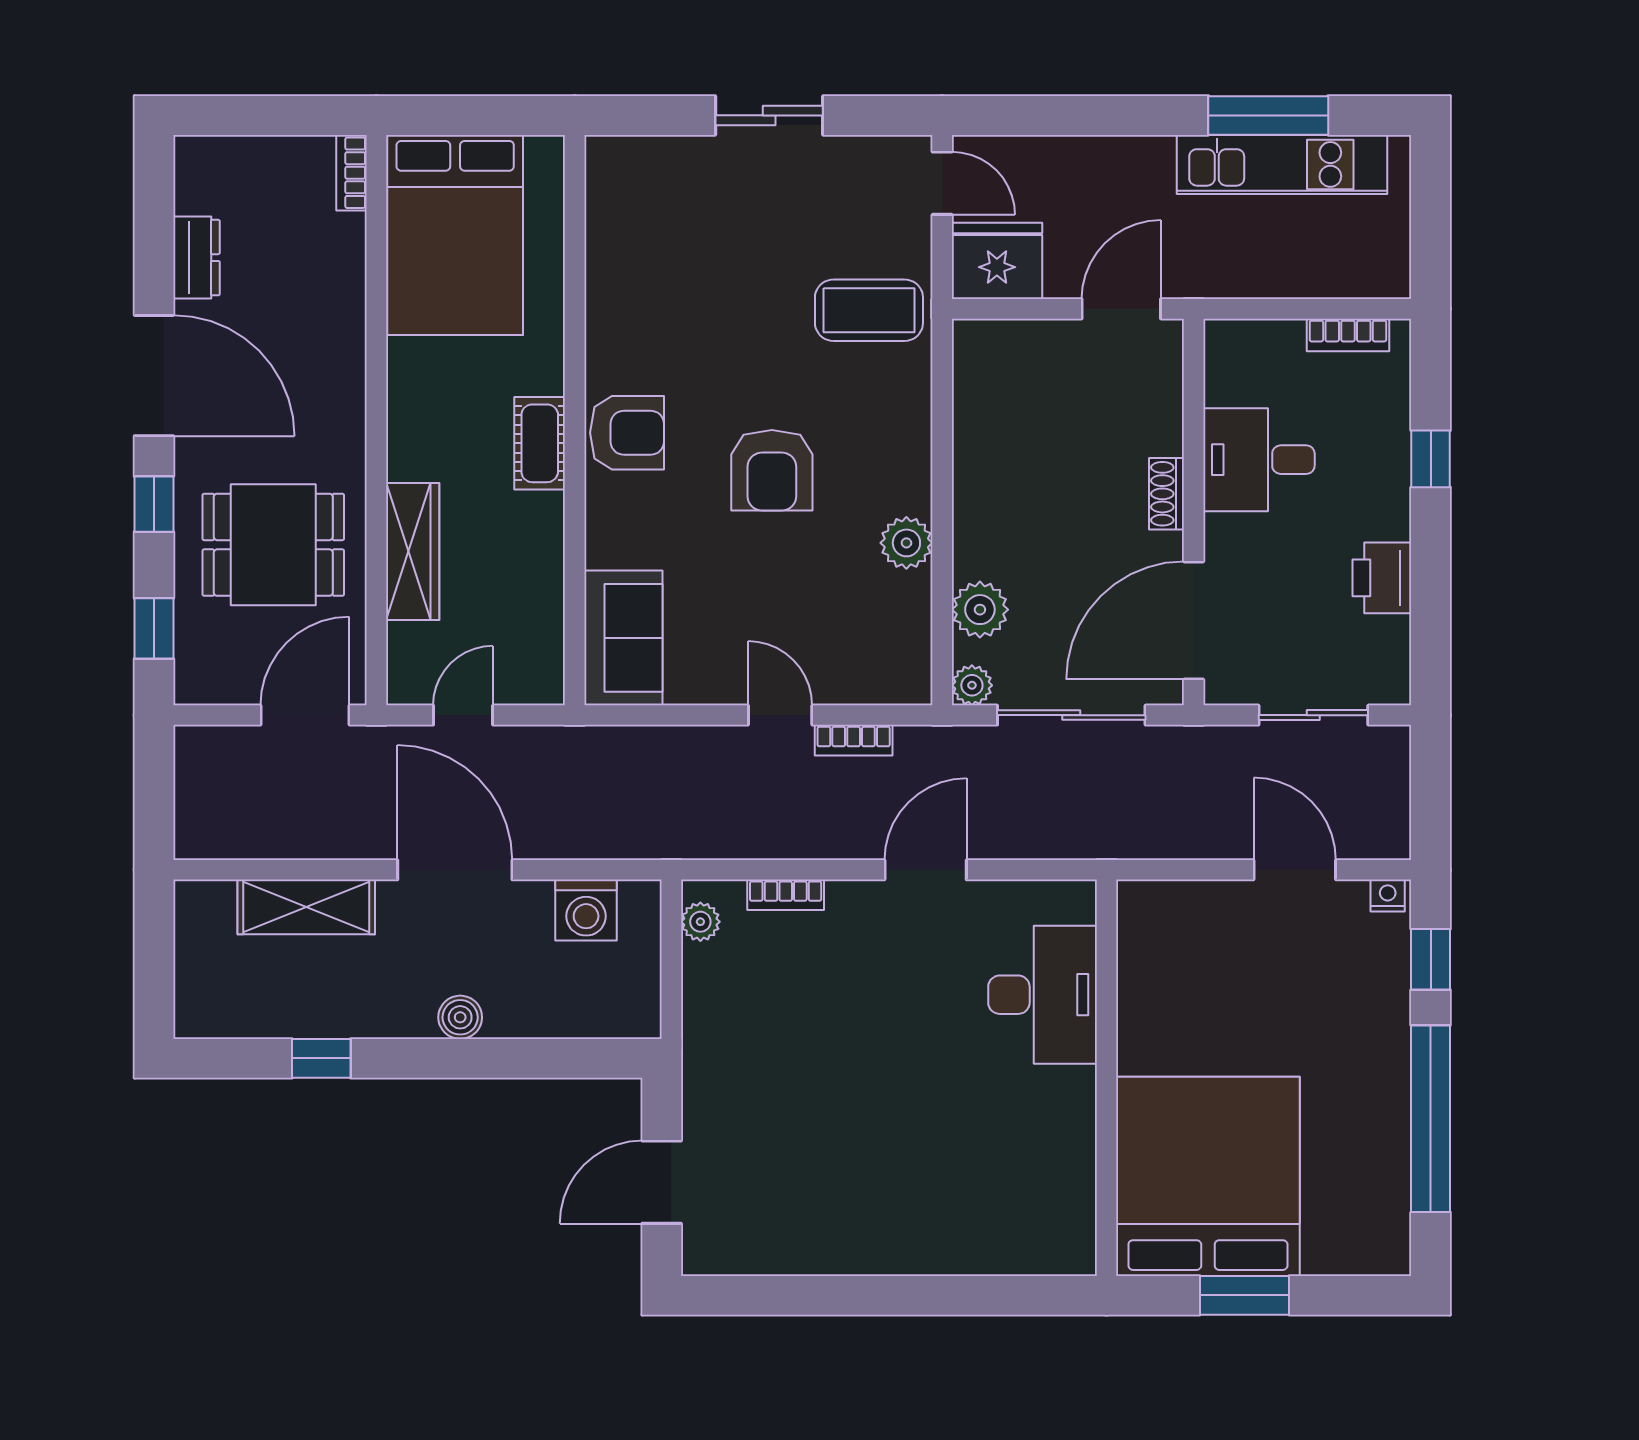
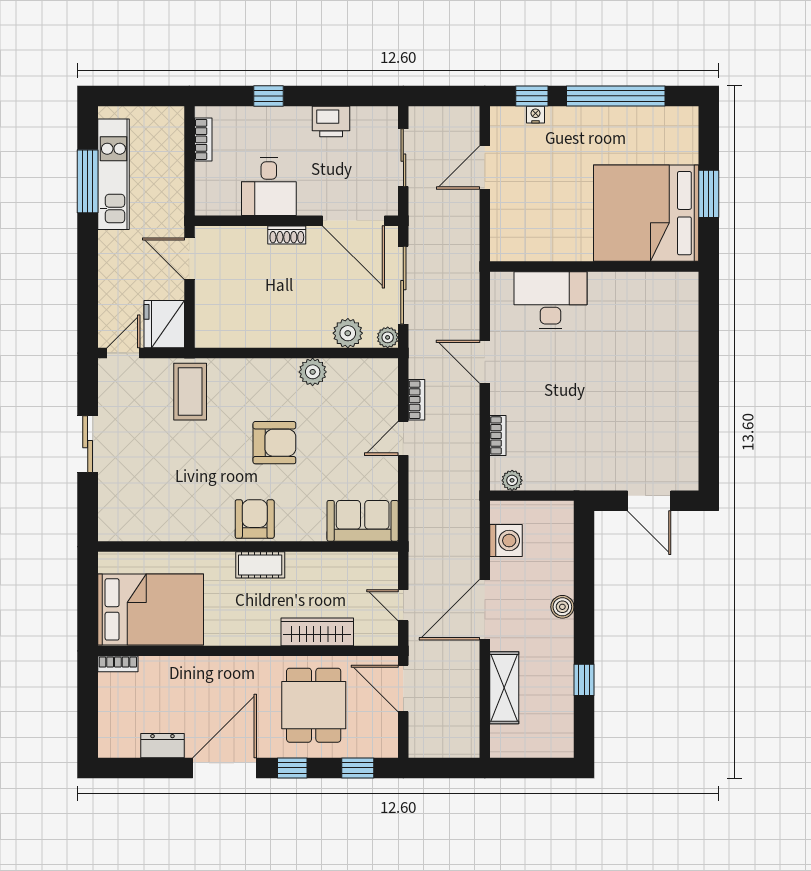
nightstand: (1388, 895) -> (535, 115), moved, turned 90

